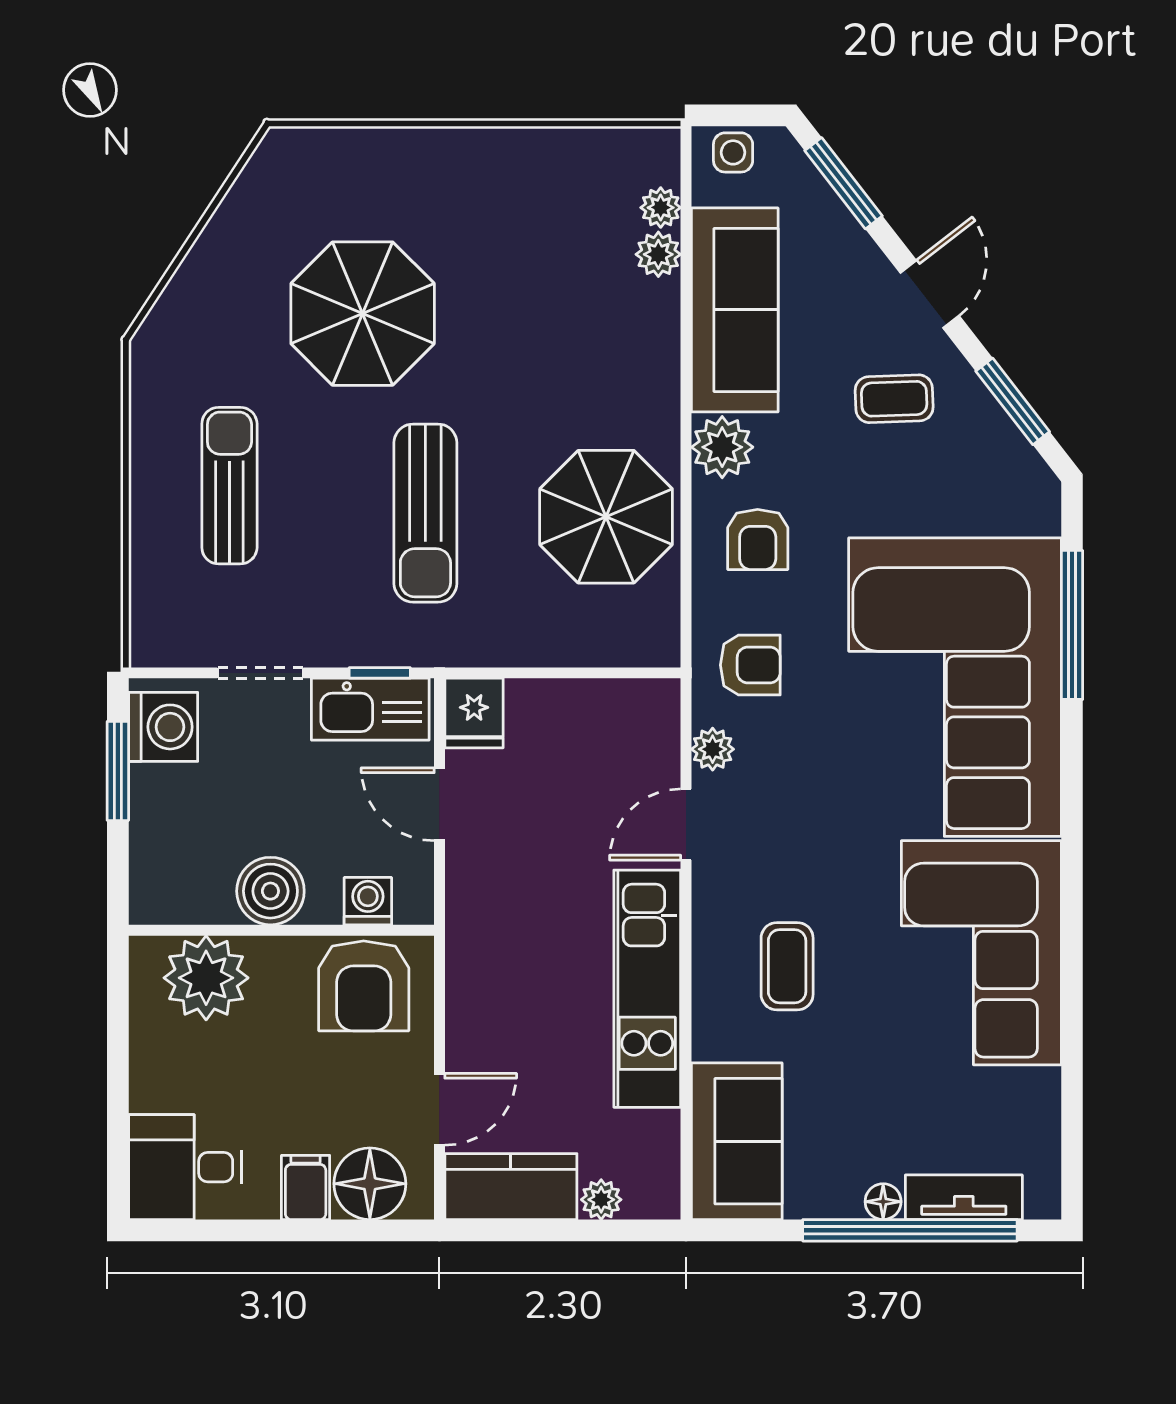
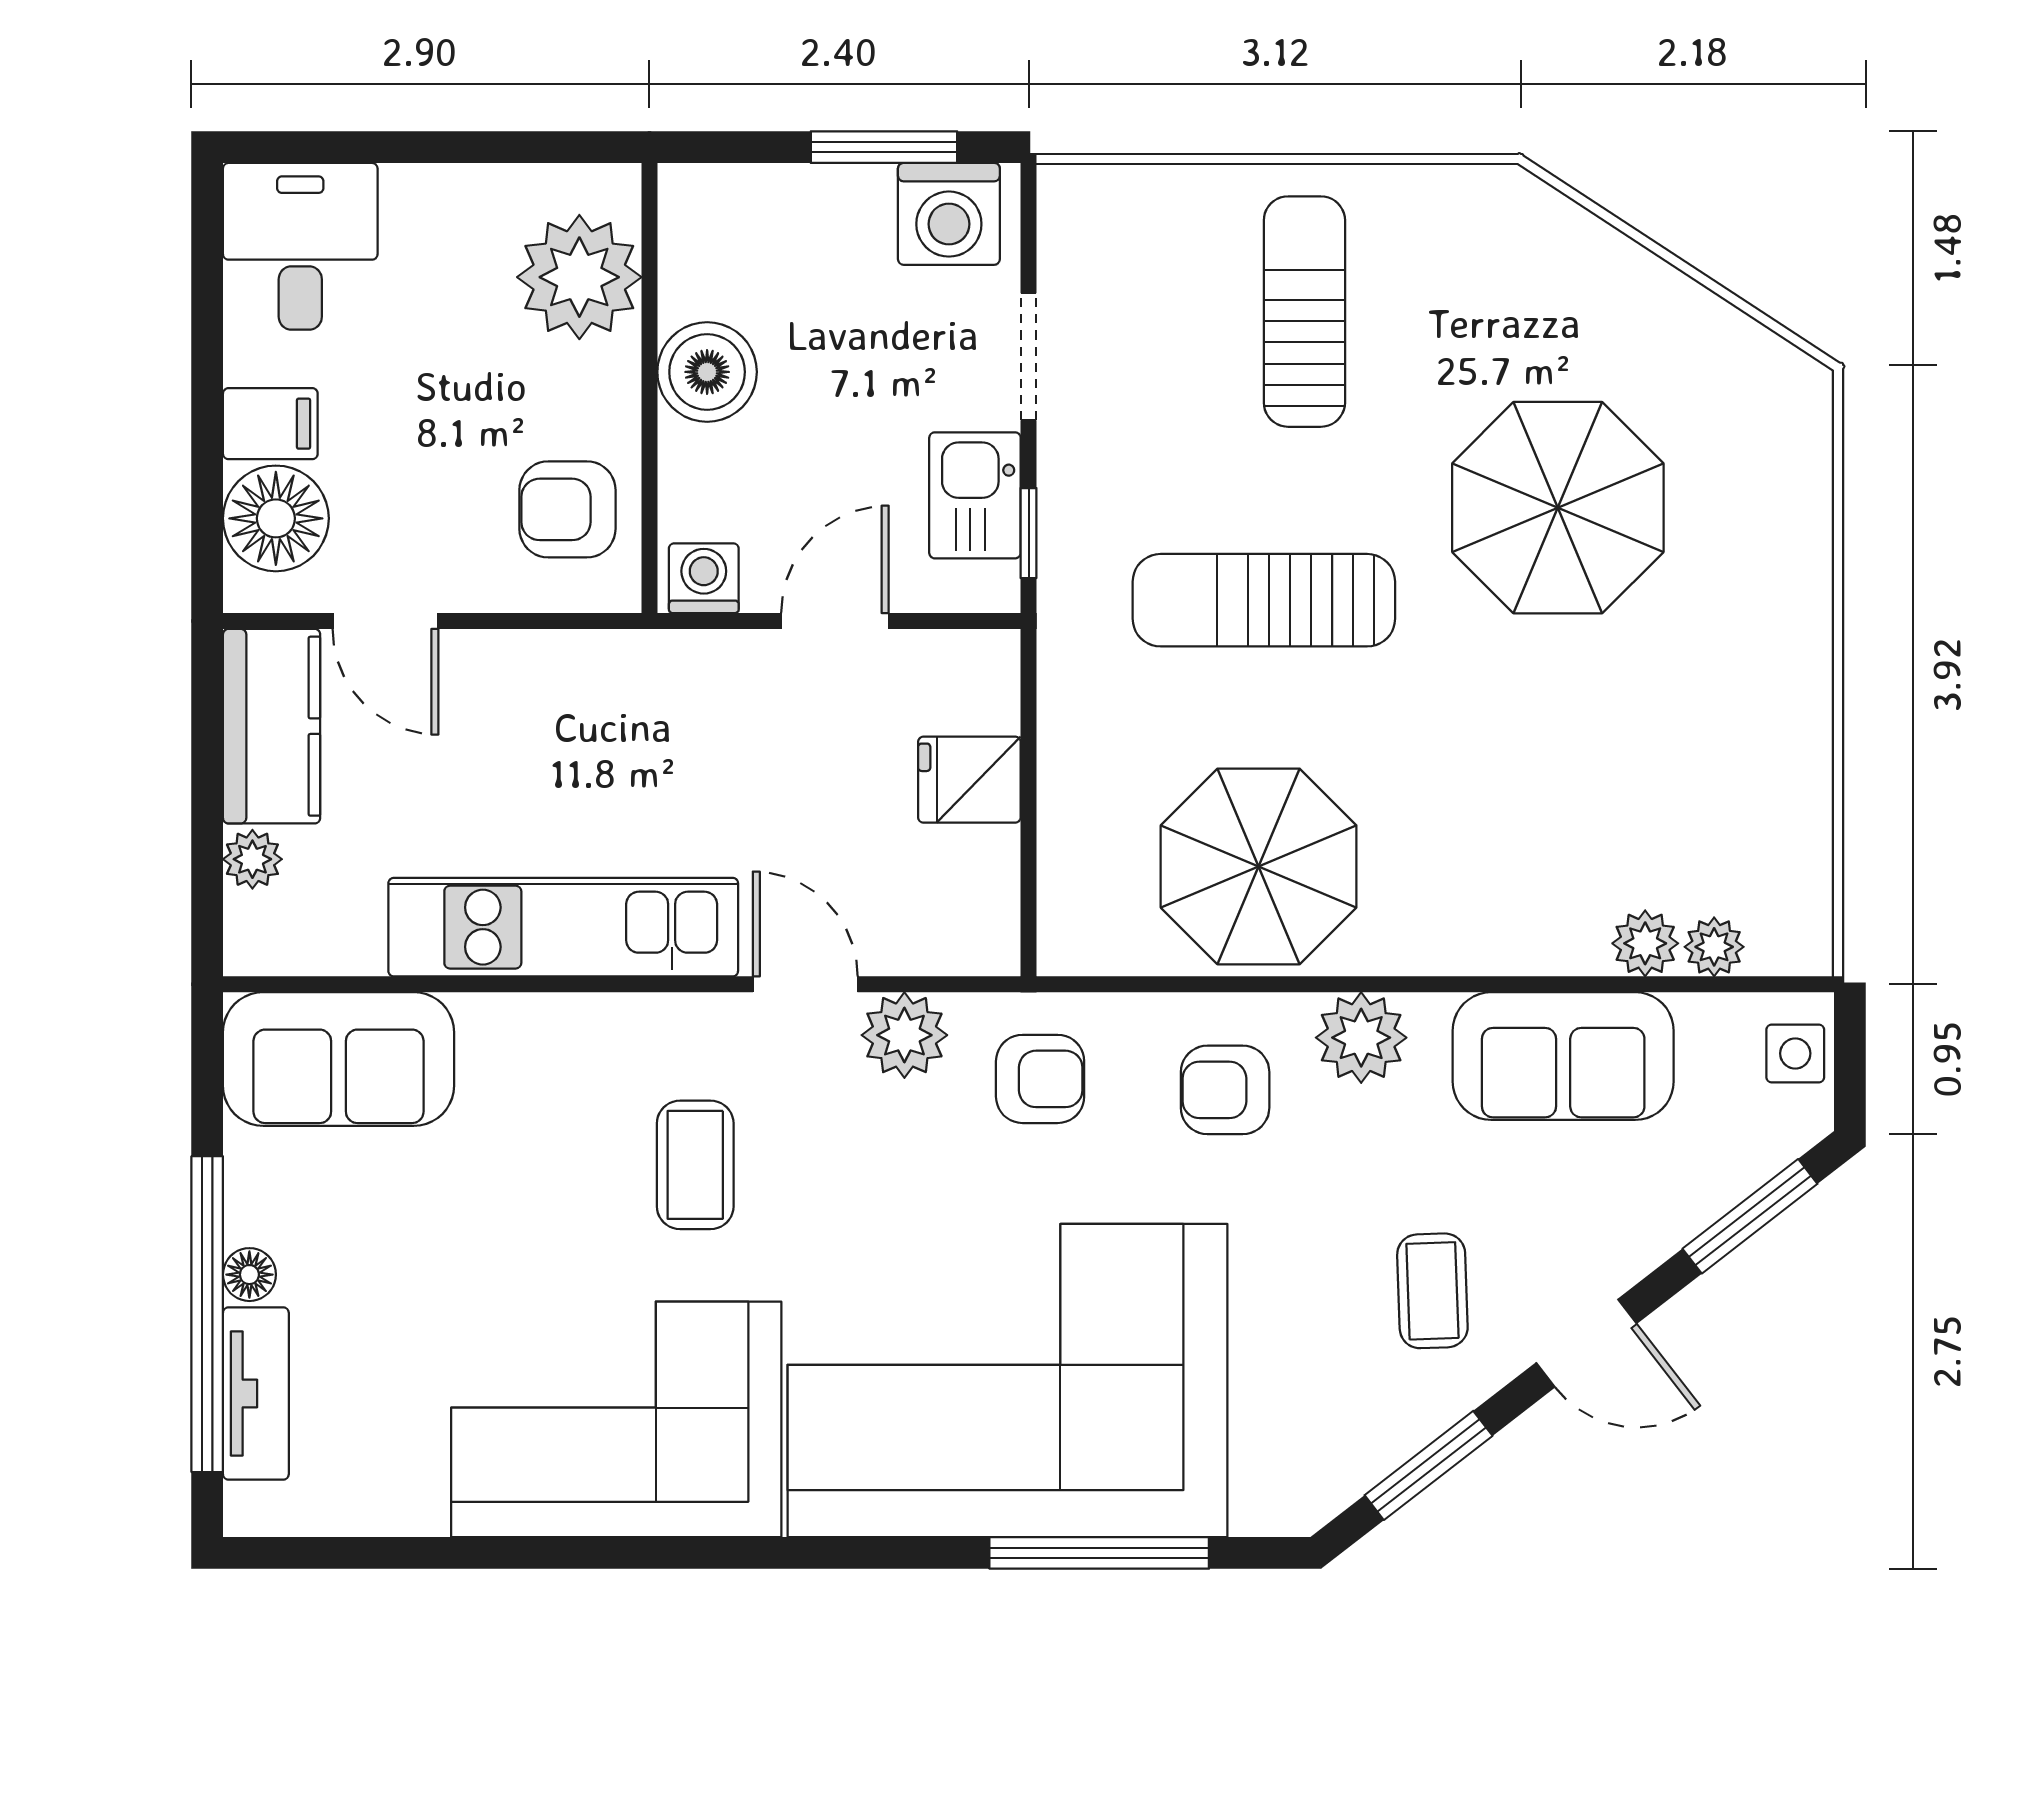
sofa: (735, 310) -> (1563, 1056), width x0.73
sun lounger: (229, 486) -> (1304, 312), turned -90
armchair: (750, 665) -> (1040, 1079), turned -90
kitchen sink: (370, 709) -> (975, 495), width x0.73
fridge: (474, 713) -> (969, 780), moved
plant: (713, 749) -> (904, 1035), width x1.38, depth x1.38
washing machine: (368, 901) -> (704, 578), moved, turned -90
coffee table: (787, 966) -> (695, 1165), moved, turned 90
armchair: (364, 986) -> (567, 509), width x0.72, depth x0.72

